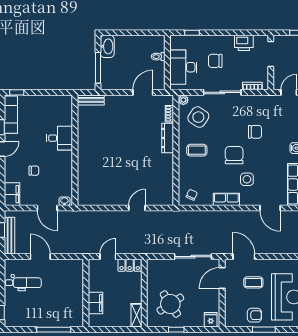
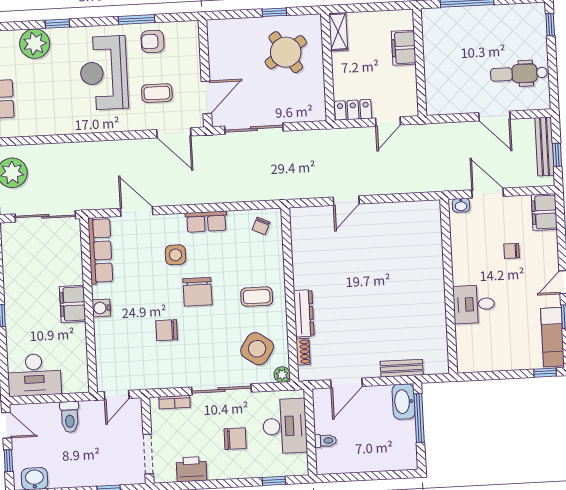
washbasin: (107, 46) -> (404, 402), moved
bench: (91, 100) -> (402, 368), moved
fridge: (211, 320) -> (221, 31), removed

